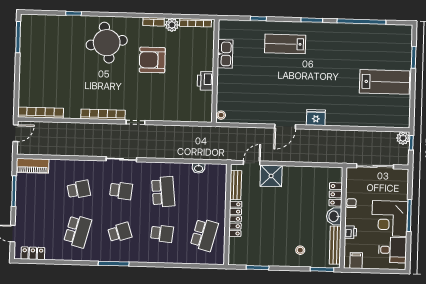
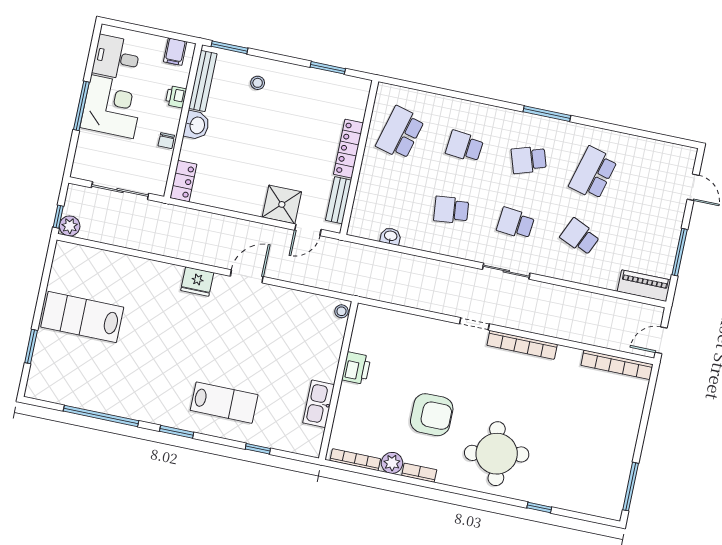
school desk: (79, 189) -> (580, 237), turned 36
school desk: (163, 192) -> (451, 210), width x0.54
locker: (336, 194) -> (183, 181), moved
locker: (33, 253) -> (668, 152), removed

